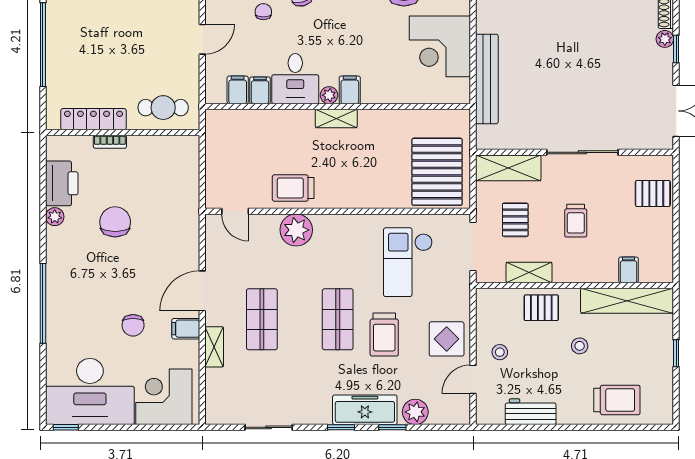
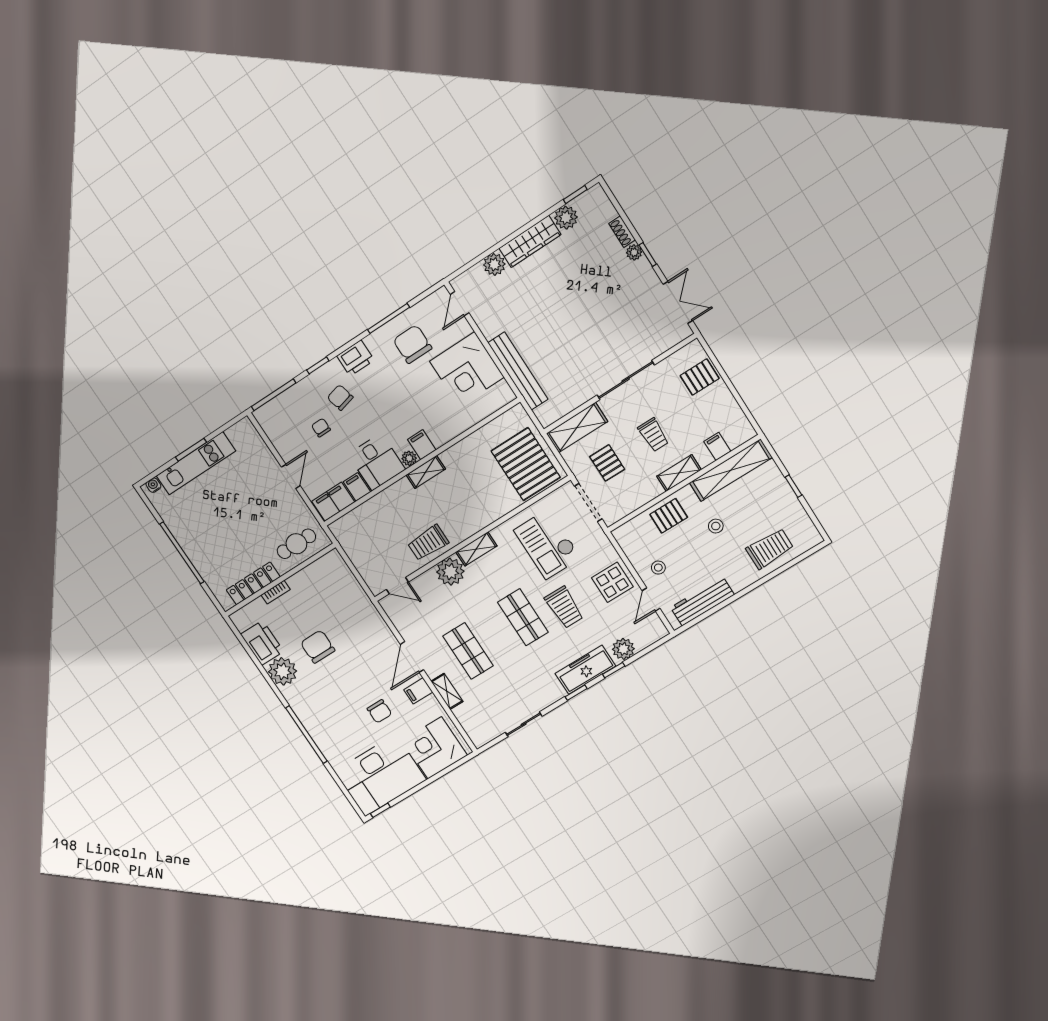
filing cabinet: (238, 90) -> (333, 502), width x2.00
plant: (55, 217) -> (283, 671), width x1.88, depth x1.88
shelving: (336, 224) -> (476, 549), added
shelving: (529, 272) -> (679, 473), moved
workbench: (531, 412) -> (702, 601), width x1.38

